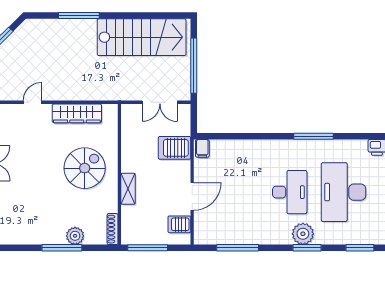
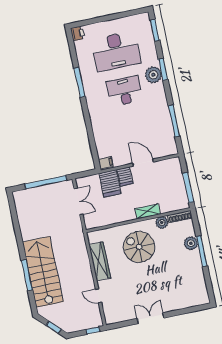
stairs: (142, 37) -> (43, 272), moved
plant: (110, 204) -> (162, 223), added
server rack: (179, 224) -> (125, 177), moved

